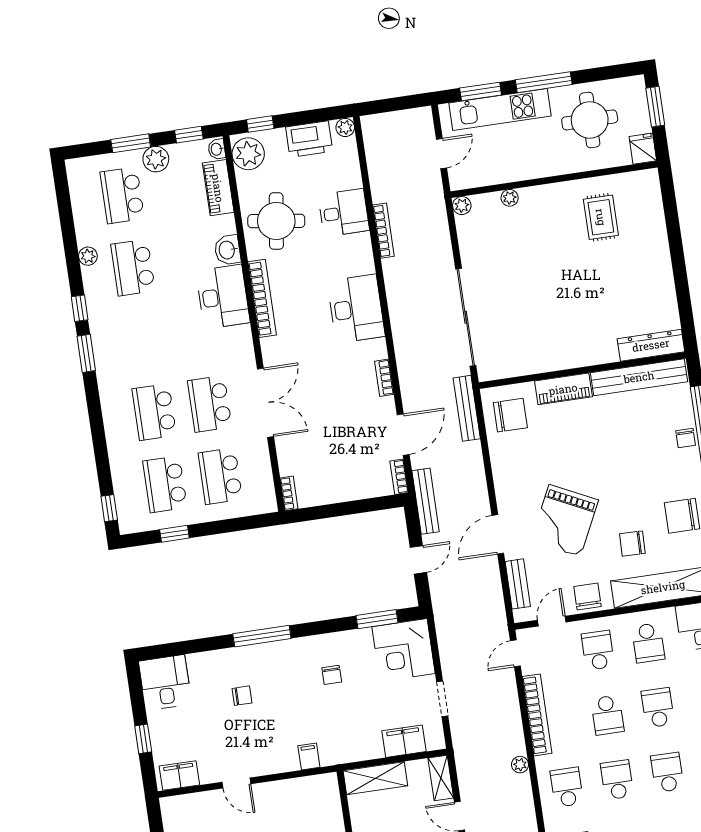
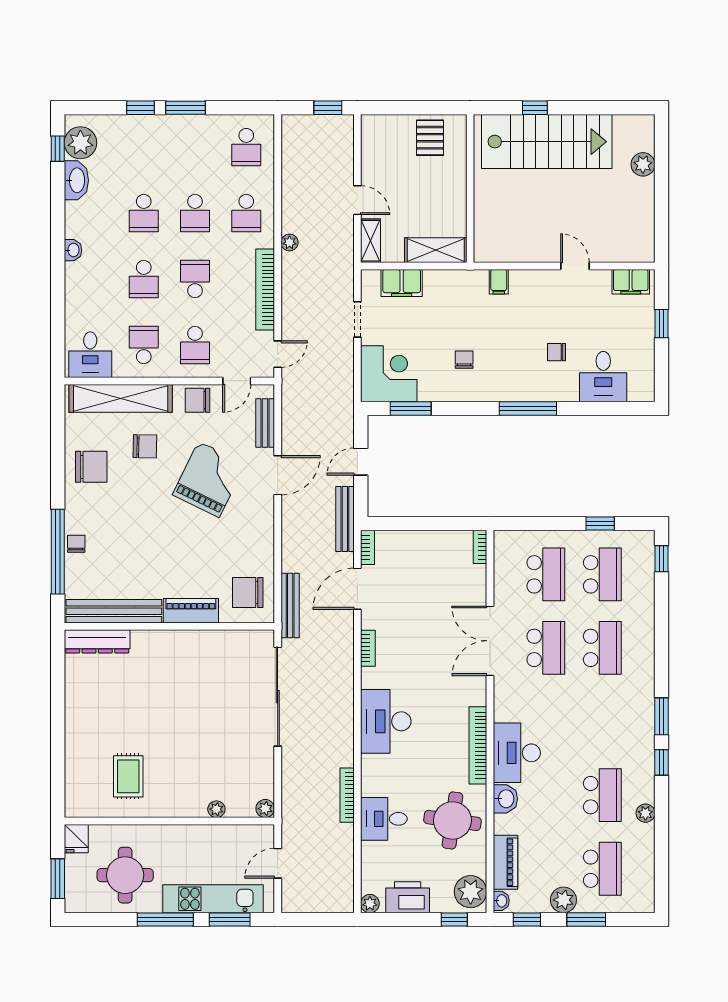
chair: (587, 597) -> (197, 400), turned 90
desk: (165, 683) -> (603, 377), moved

